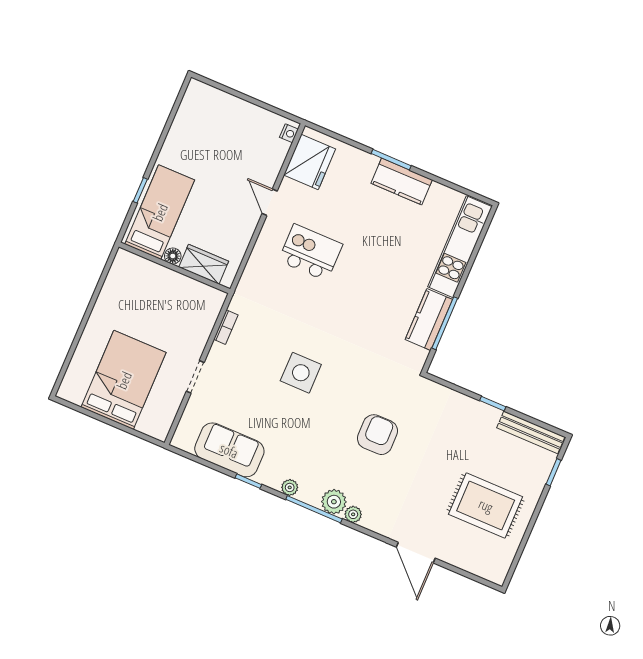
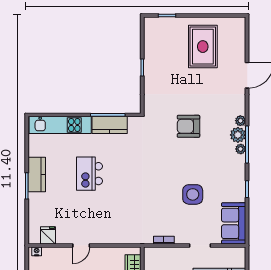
fridge: (310, 162) -> (48, 235), width x0.53, depth x0.75
kitchen island: (310, 253) -> (90, 174), moved
side table: (301, 373) -> (193, 194), moved
bench: (531, 432) -> (150, 38), removed
sofa: (229, 450) -> (234, 223), moved
plant: (290, 487) -> (241, 149), moved

